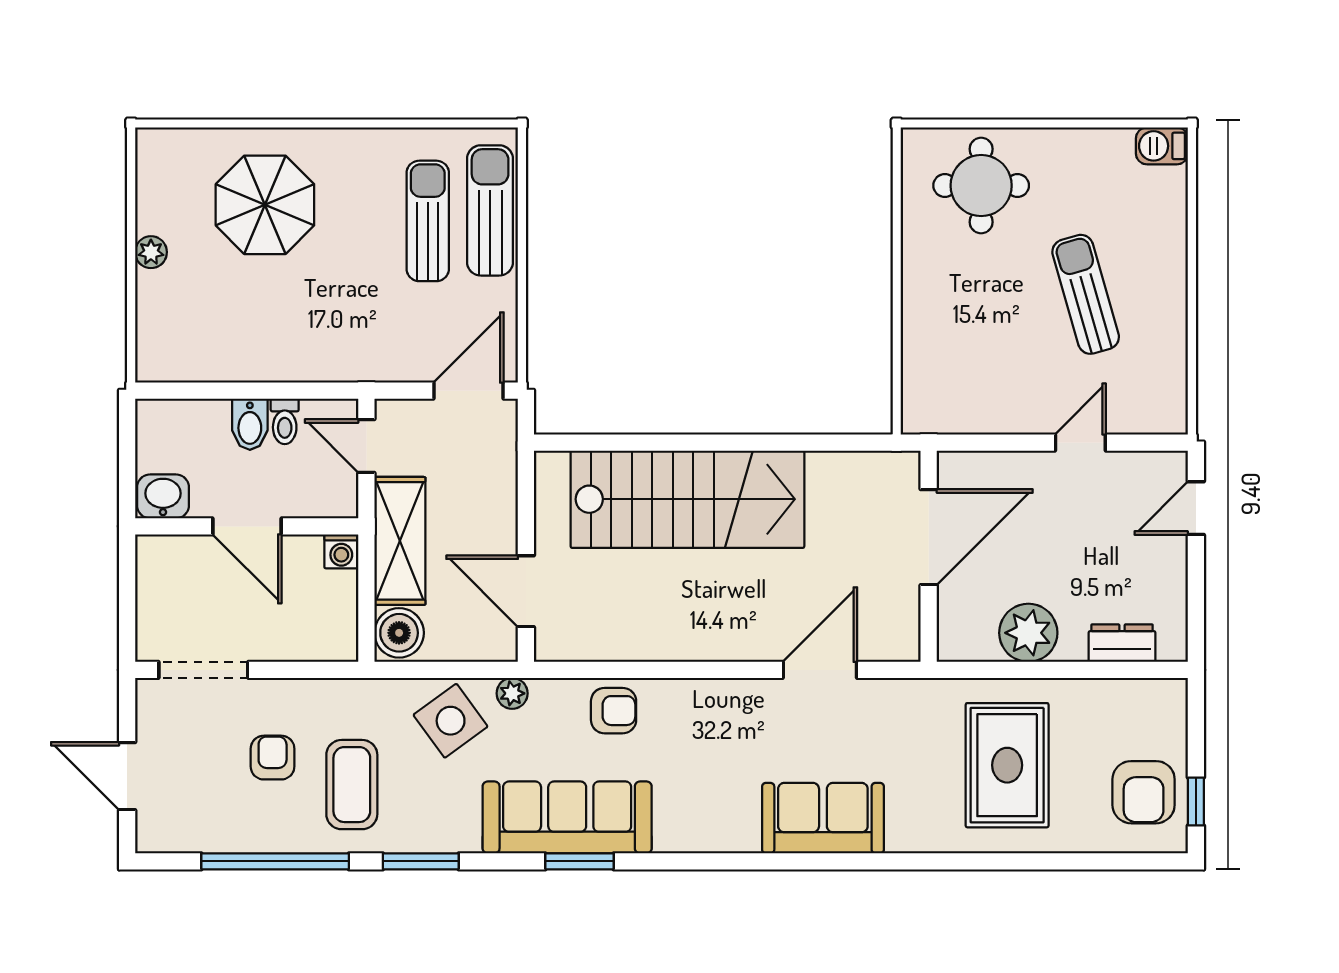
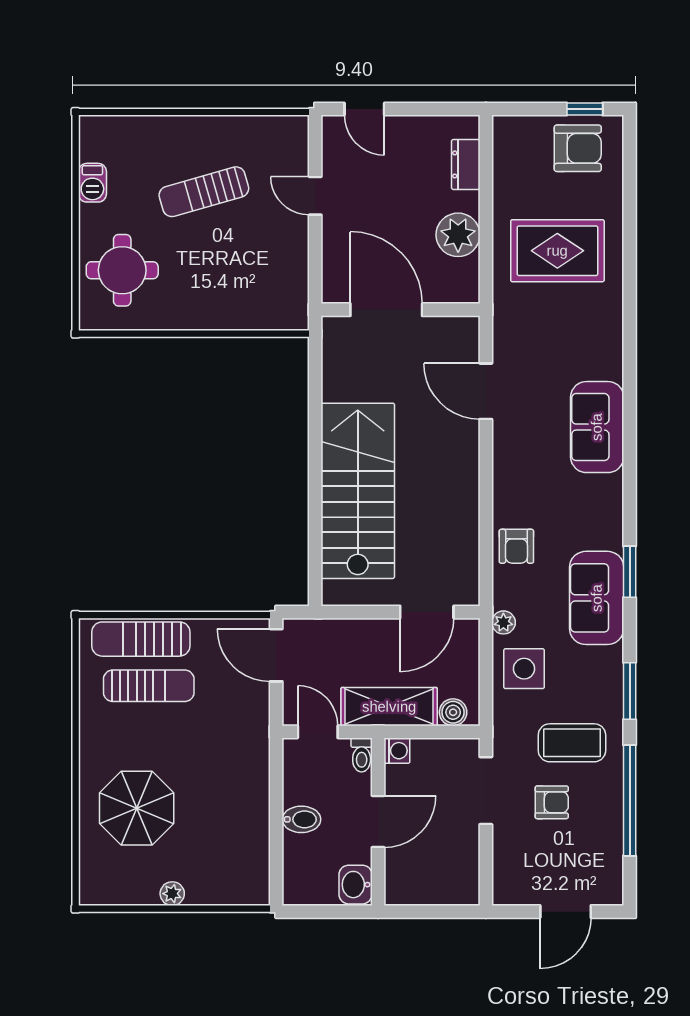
barbecue: (1162, 146) -> (92, 183), moved
sun lounger: (428, 221) -> (149, 686), turned 180
toilet: (285, 421) -> (362, 755), moved, turned 90
door: (366, 446) -> (318, 732), swing flipped
boiler: (399, 633) -> (453, 712), width x0.73, depth x0.73
doorway: (203, 670) -> (486, 791), moved
armchair: (614, 711) -> (516, 546), turned 180
side table: (451, 721) -> (524, 669), turned 36
armchair: (273, 758) -> (552, 802), turned 180
sofa: (567, 817) -> (597, 598), width x0.73
sofa: (823, 818) -> (597, 427), moved

